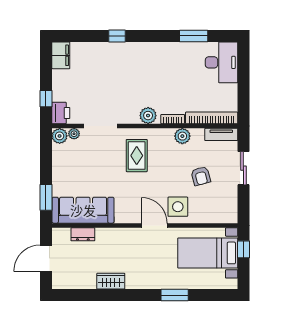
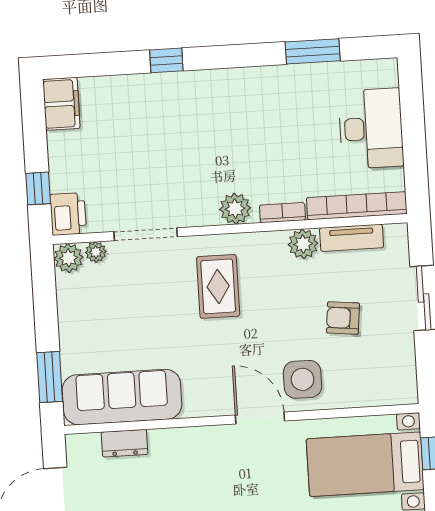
desk: (222, 62) -> (371, 128), moved
tv unit: (221, 134) -> (352, 238), moved
armchair: (201, 176) -> (343, 318), turned 111

